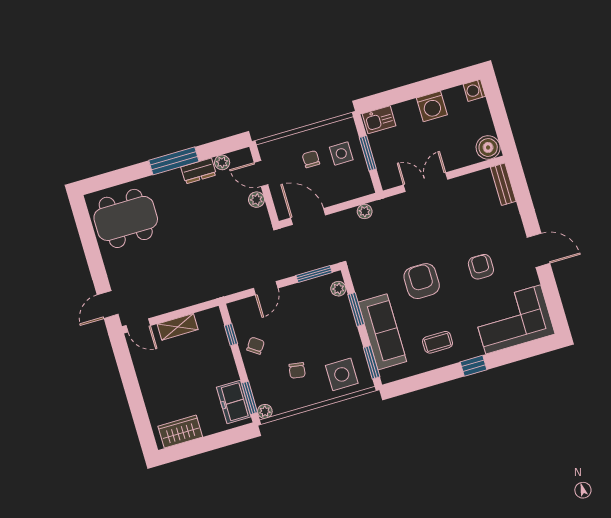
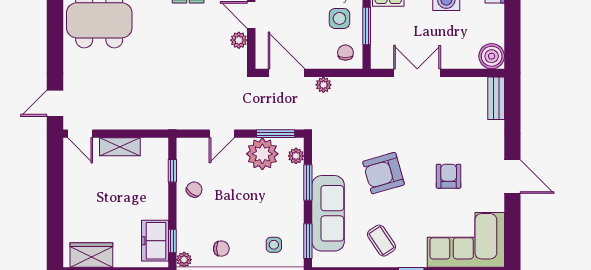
chair: (311, 159) -> (345, 53), moved
plant: (365, 211) -> (323, 85), moved
armchair: (422, 281) -> (384, 173), turned -106
plant: (307, 296) -> (262, 154), added
coffee table: (438, 342) -> (382, 241), turned 56
chair: (297, 370) -> (221, 249), moved, turned -99
side table: (342, 374) -> (274, 245), width x0.54, depth x0.54
window: (249, 398) -> (172, 241), width x0.67

